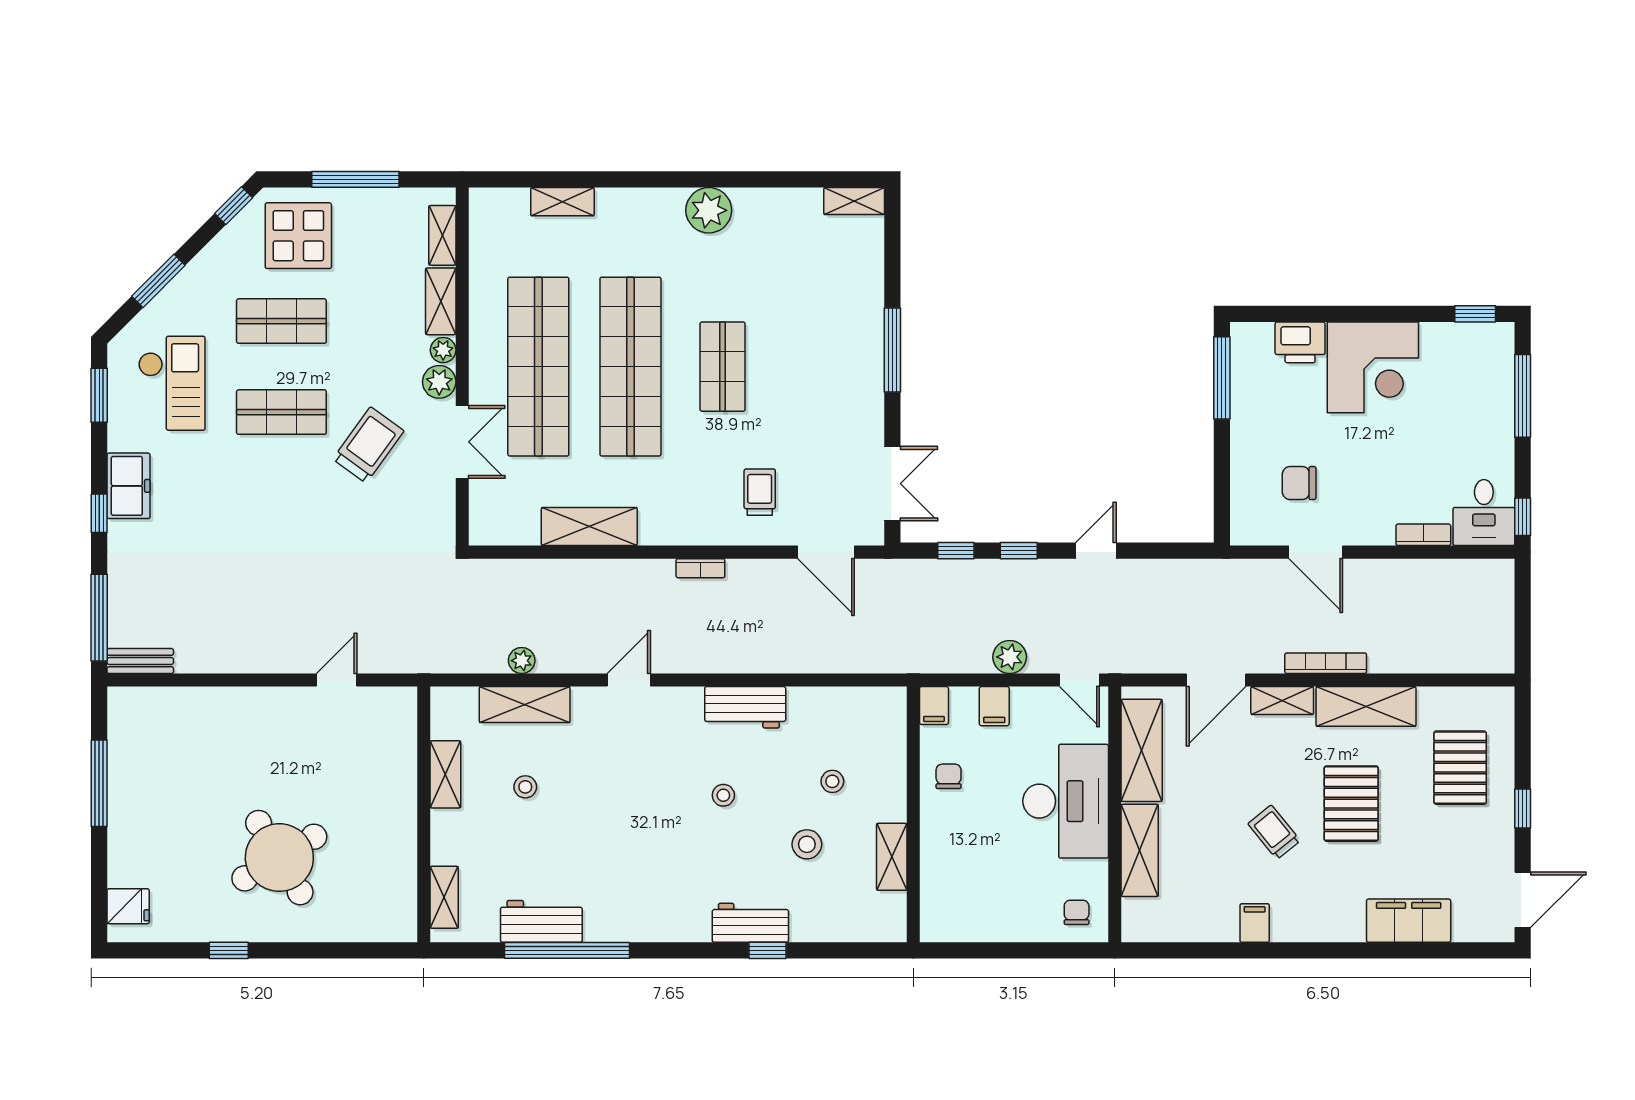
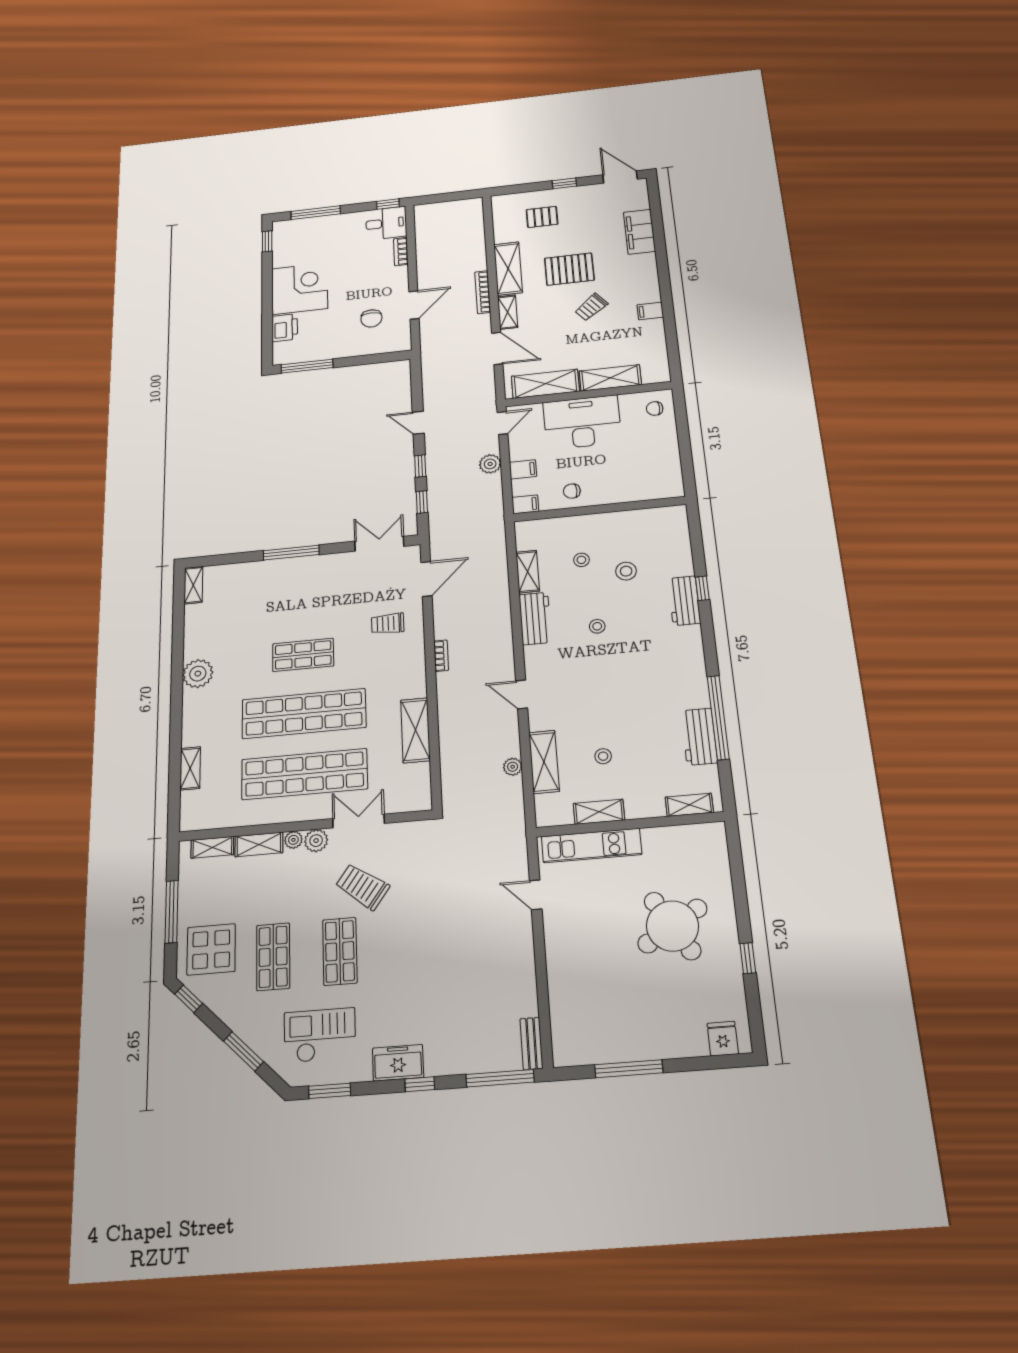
kitchen unit: (399, 760) -> (591, 845), added
pallet: (1460, 768) -> (542, 217), width x0.67, depth x0.71
shelving: (892, 857) -> (528, 572), moved, turned 90

